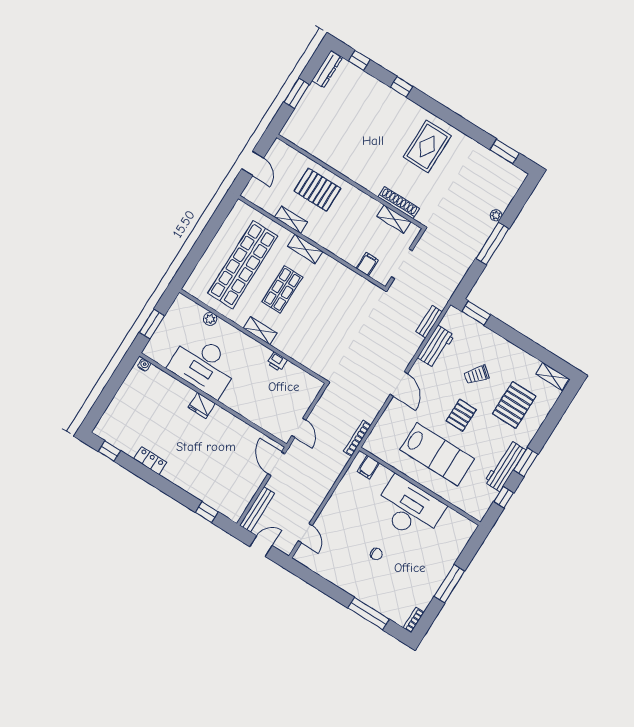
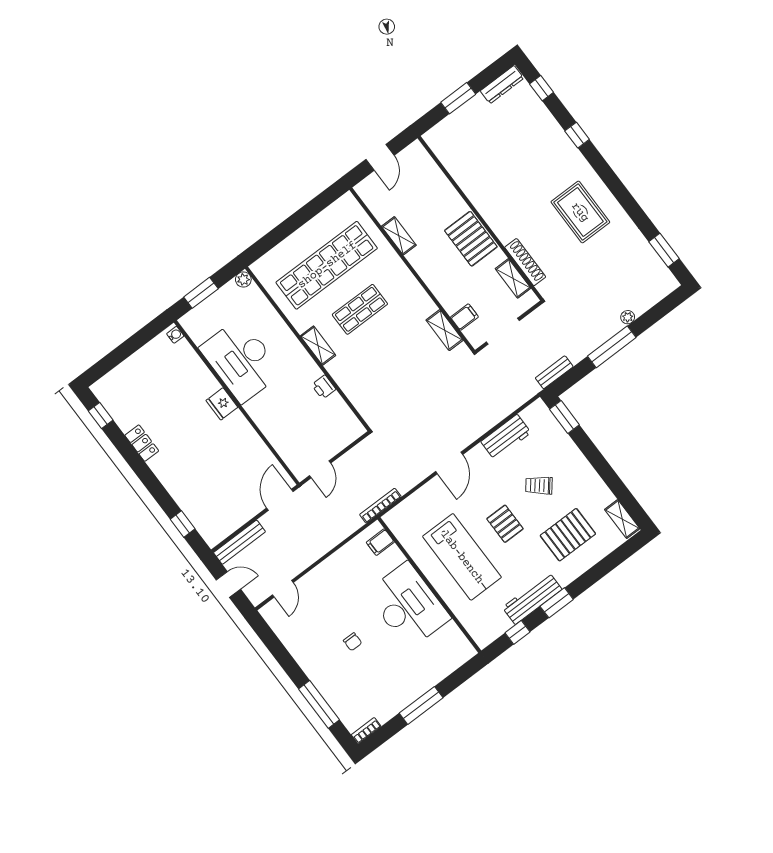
rug: (427, 146) -> (580, 212), turned 90
pallet: (317, 190) -> (471, 239), moved
shelving: (305, 249) -> (445, 330), moved
plant: (210, 319) -> (243, 280), moved
bench: (429, 322) -> (554, 372), moved
pallet: (461, 415) -> (505, 524), turned 90

